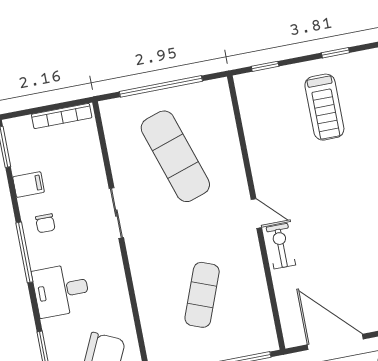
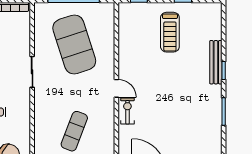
exercise mat: (175, 156) -> (74, 44), width x1.47

